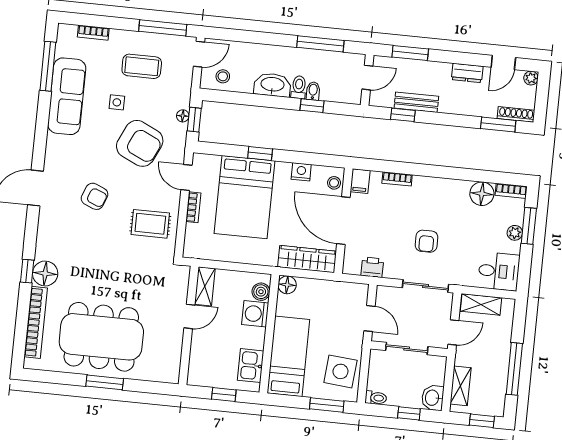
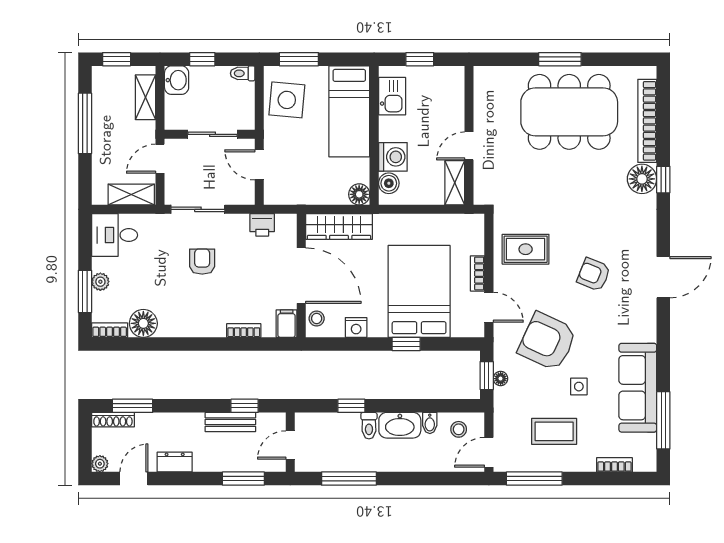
bidet: (313, 91) -> (430, 423), moved

